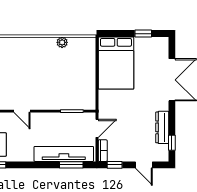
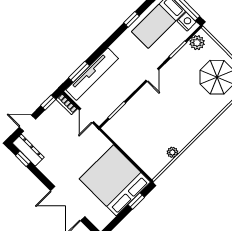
window: (143, 34) -> (136, 201), moved
bed: (116, 63) -> (115, 180), width x1.36
door: (22, 111) -> (152, 75), swing flipped
dresser: (162, 127) -> (28, 150), moved

